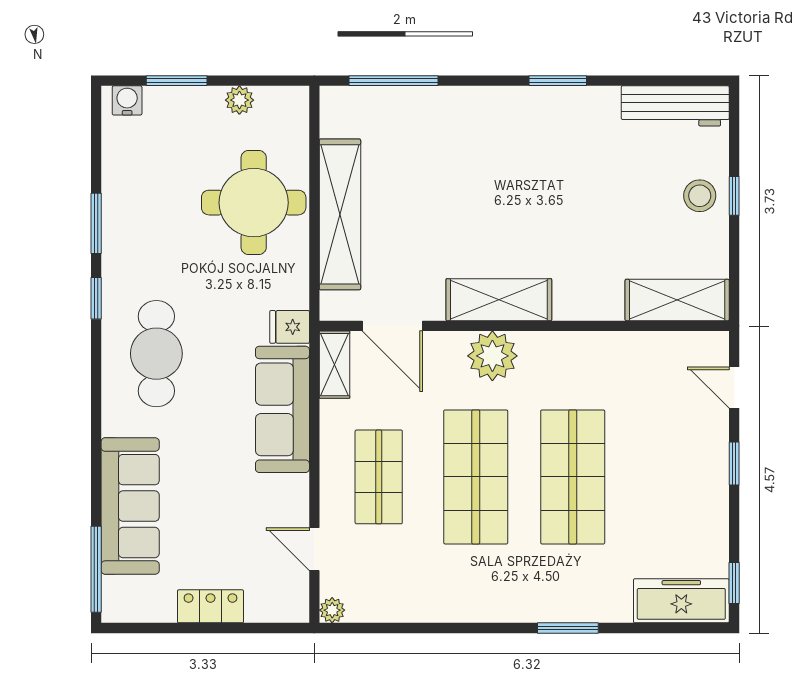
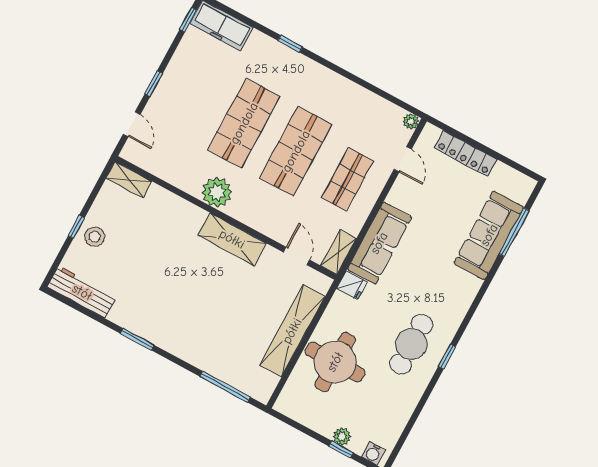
window: (177, 81) -> (341, 449), width x0.67
plant: (239, 100) -> (342, 437), moved
window: (96, 223) -> (425, 396), removed
shelving: (677, 300) -> (129, 180), width x0.67, depth x0.75
door: (392, 326) -> (297, 256), width x0.73
cafe table: (156, 354) -> (411, 344), moved
plant: (492, 356) -> (217, 192), moved
window: (96, 569) -> (514, 232), moved
locker: (210, 606) -> (466, 154), width x1.53
window: (568, 628) -> (290, 44), width x0.67

